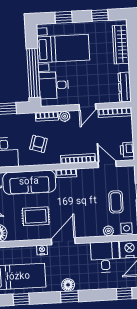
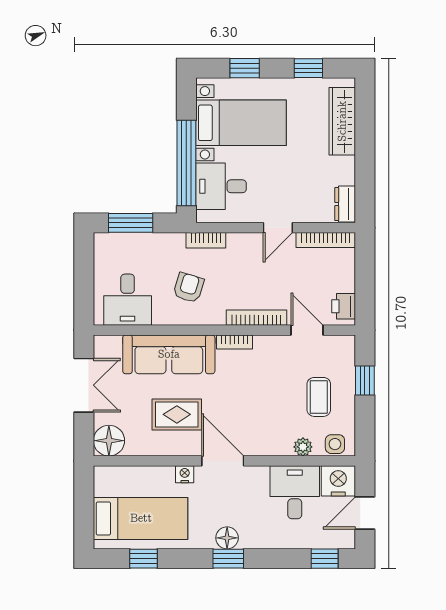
dresser: (125, 87) -> (345, 204), width x0.70
plant: (65, 116) -> (237, 242), removed
door: (63, 241) -> (223, 461), hinge flipped

